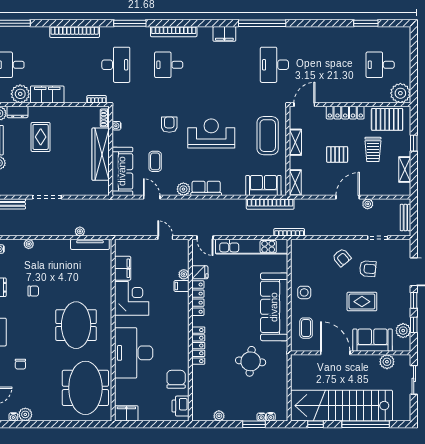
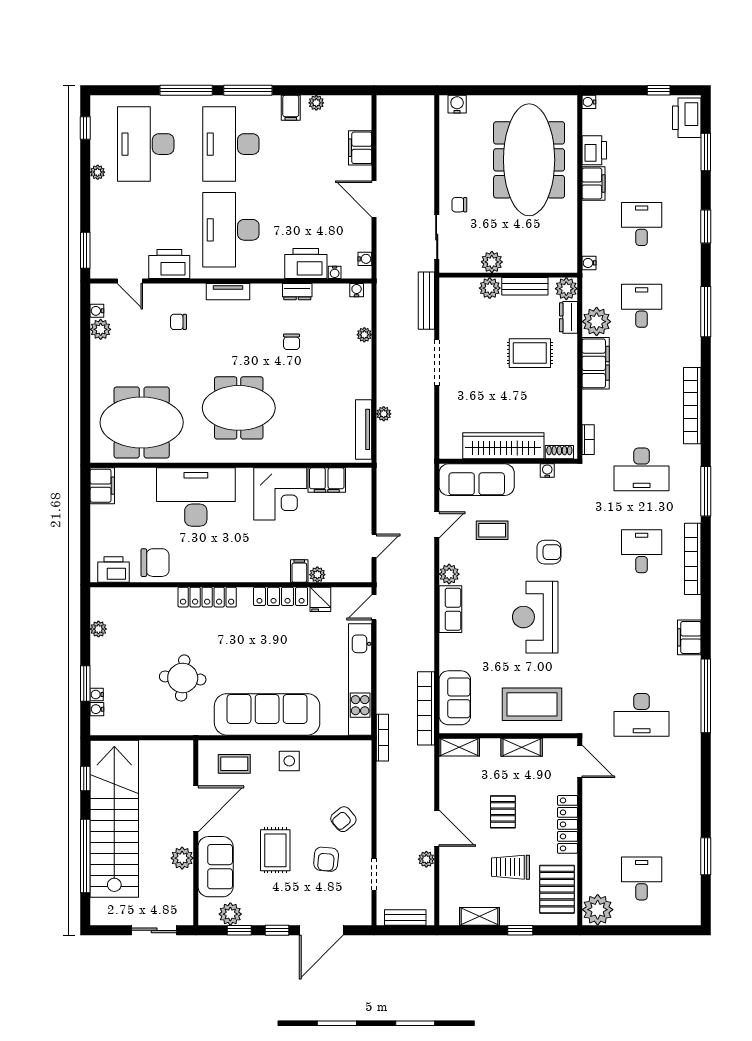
desk: (274, 65) -> (642, 715), turned 180
reception desk: (211, 134) -> (535, 617), turned 180
plant: (387, 362) -> (182, 858), moved

